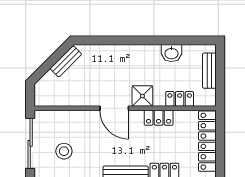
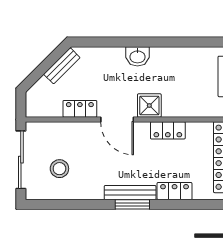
washbasin: (171, 53) -> (137, 56), moved
locker: (180, 99) -> (80, 109), moved

